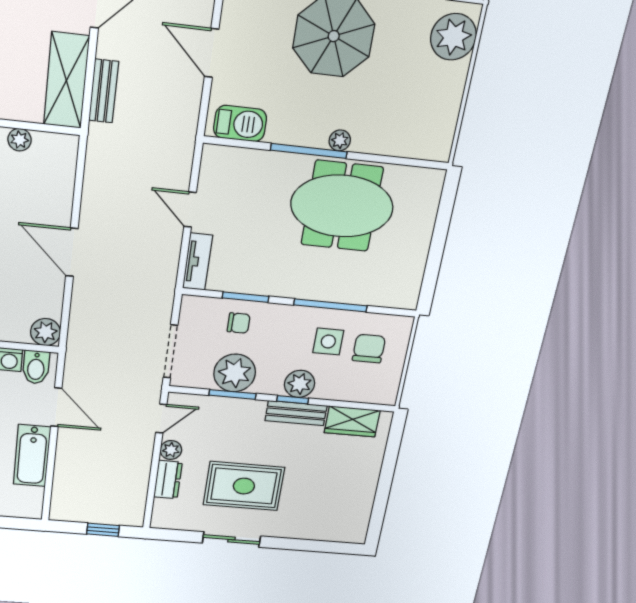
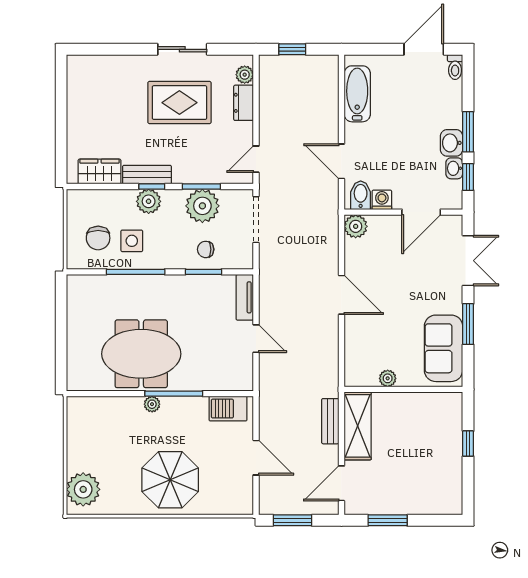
plant: (171, 450) -> (245, 75), moved
bathtub: (32, 456) -> (357, 94), moved

